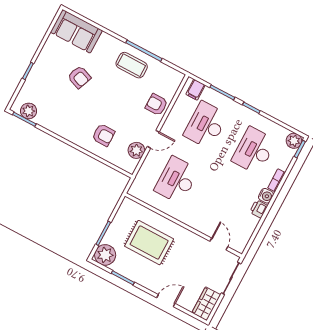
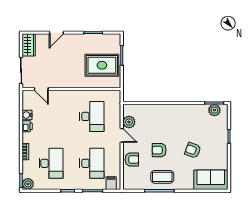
armchair: (103, 135) -> (159, 150), moved
door: (153, 139) -> (122, 135), swing flipped
water cooler: (266, 196) -> (27, 115), moved
rug: (149, 243) -> (102, 65), moved
plant: (105, 255) -> (113, 42), removed

